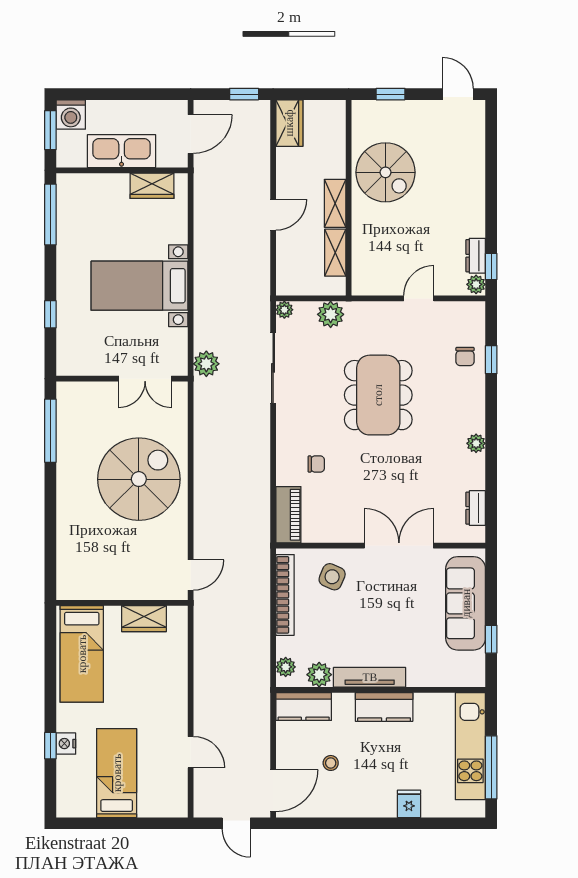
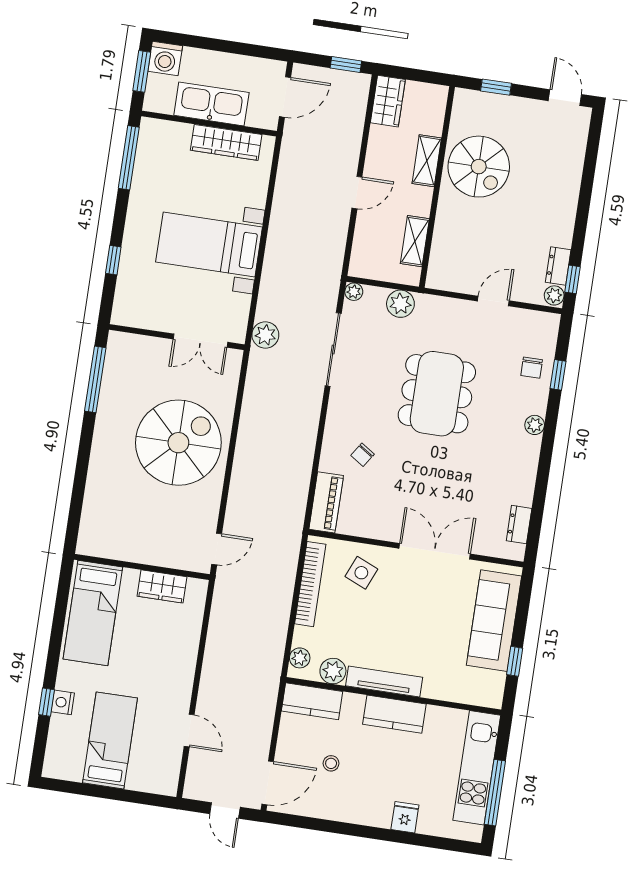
wardrobe: (152, 186) -> (226, 142), width x1.50
shelving: (335, 203) -> (427, 161), moved
plant: (476, 443) -> (535, 425), moved
chair: (316, 464) -> (362, 455), turned 123

